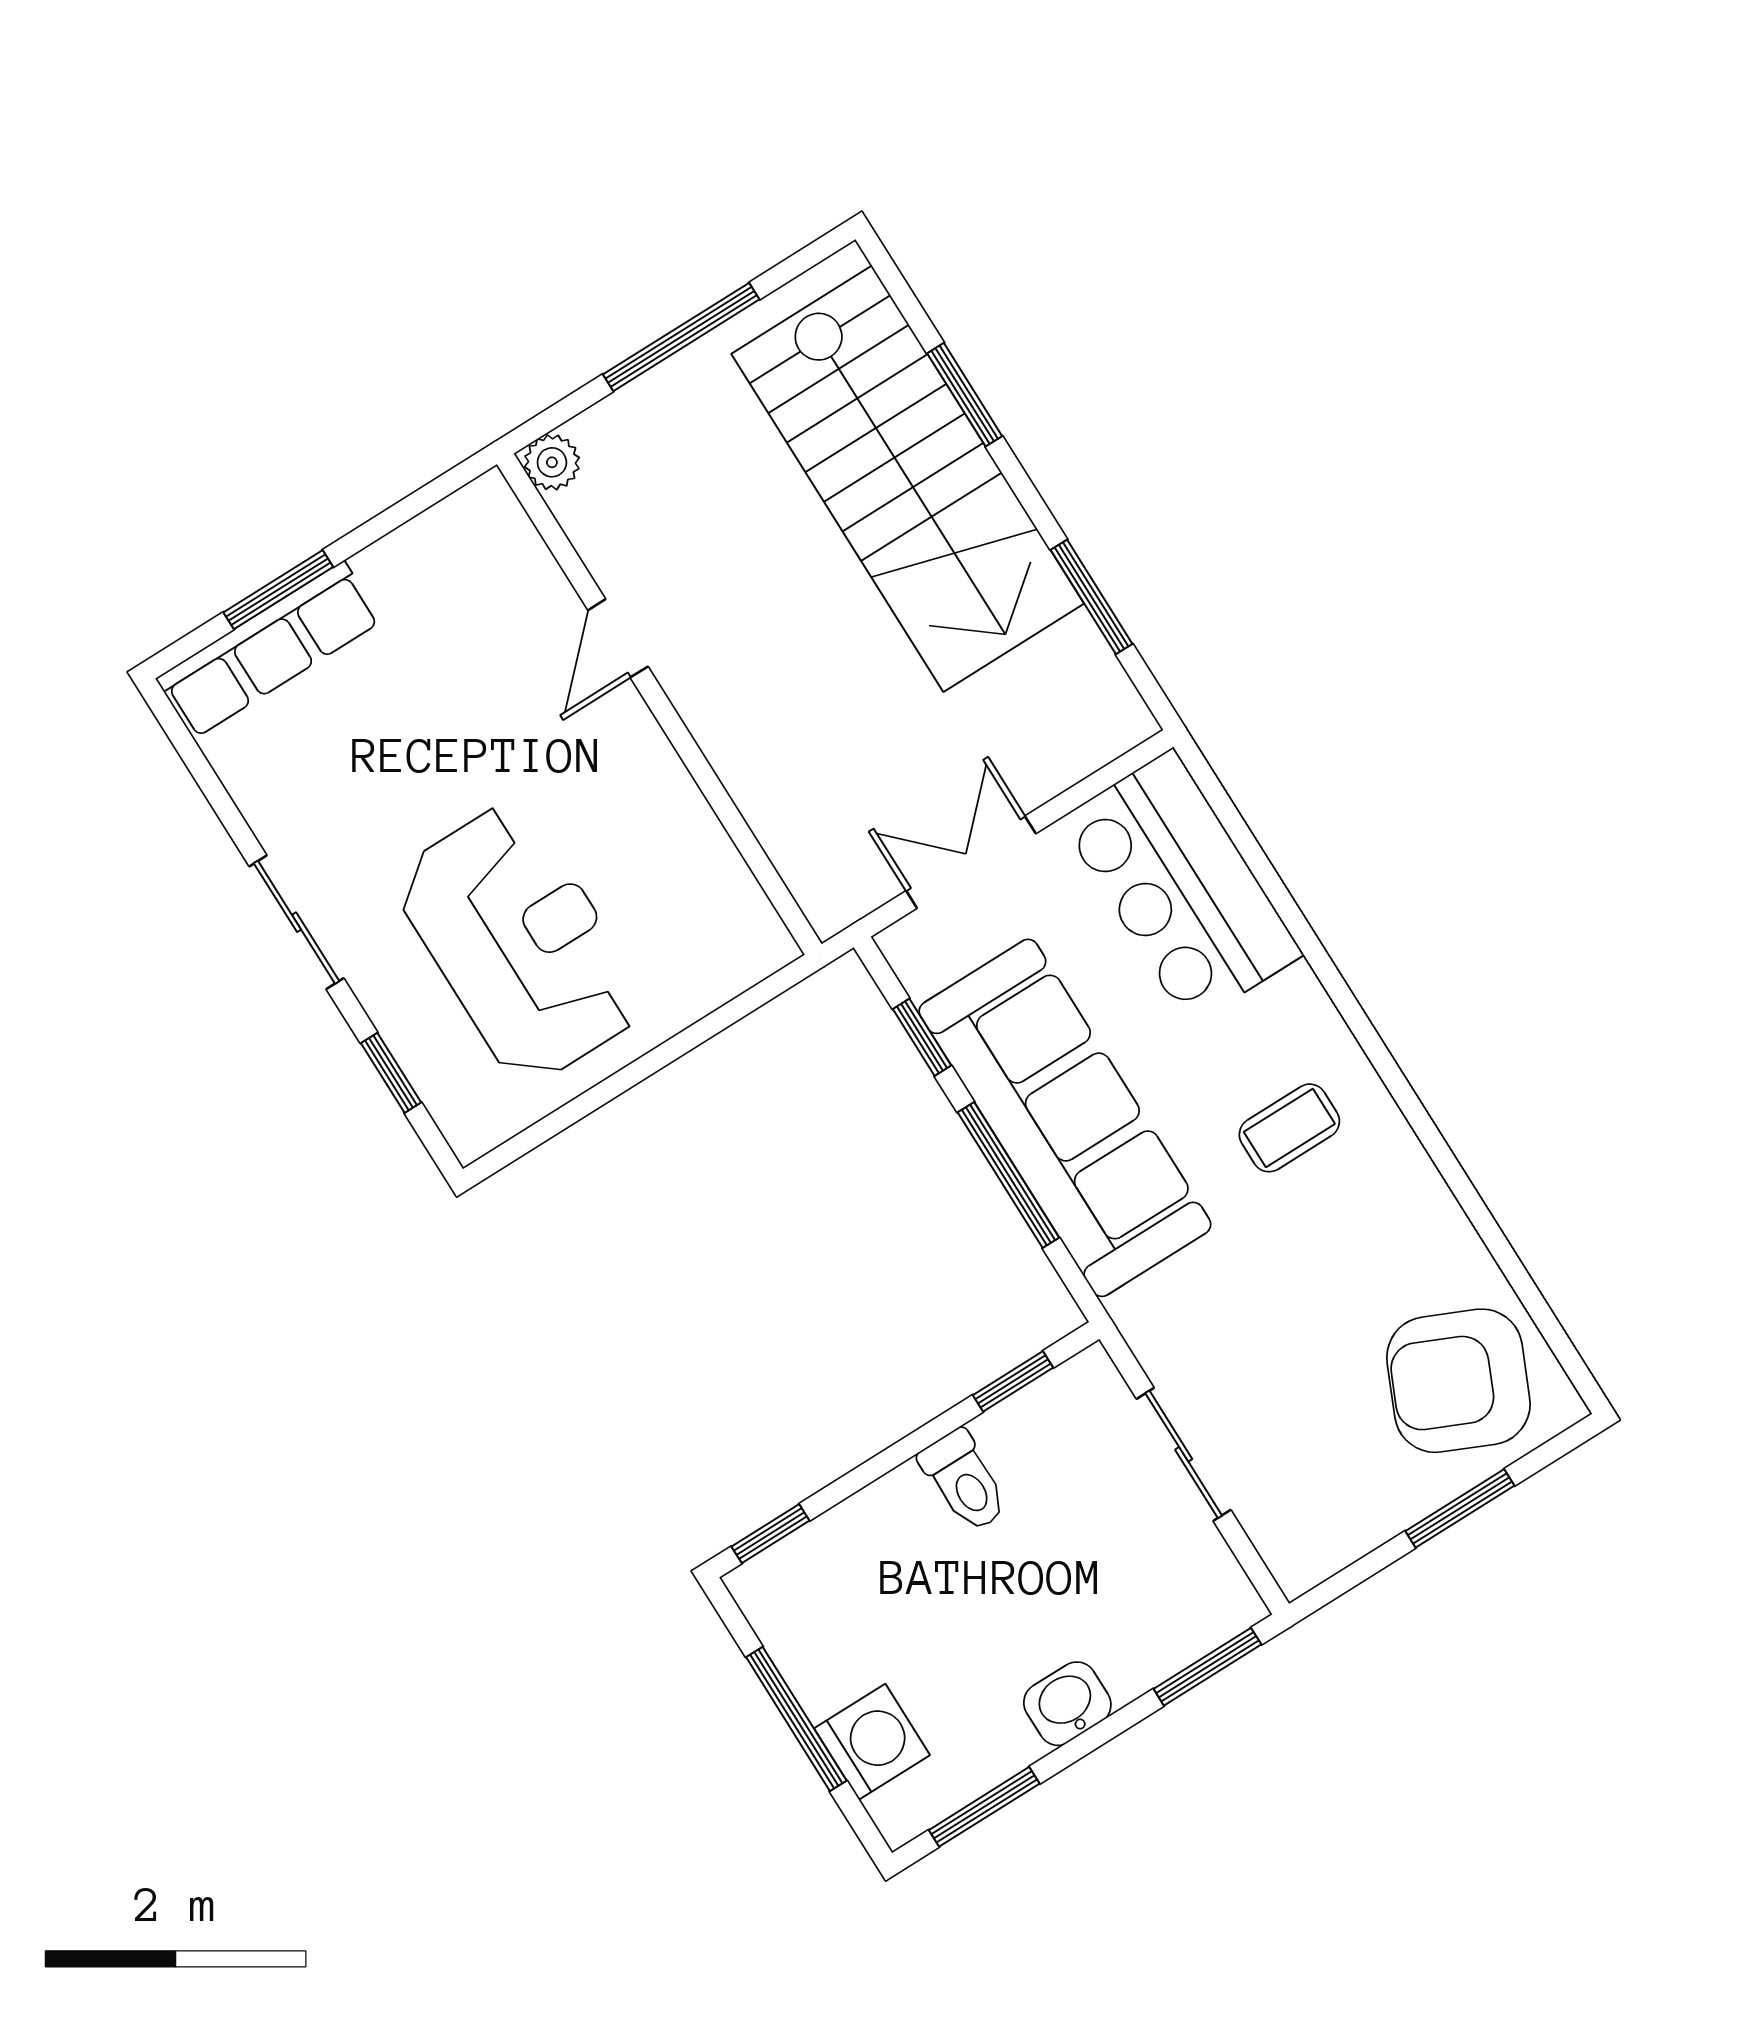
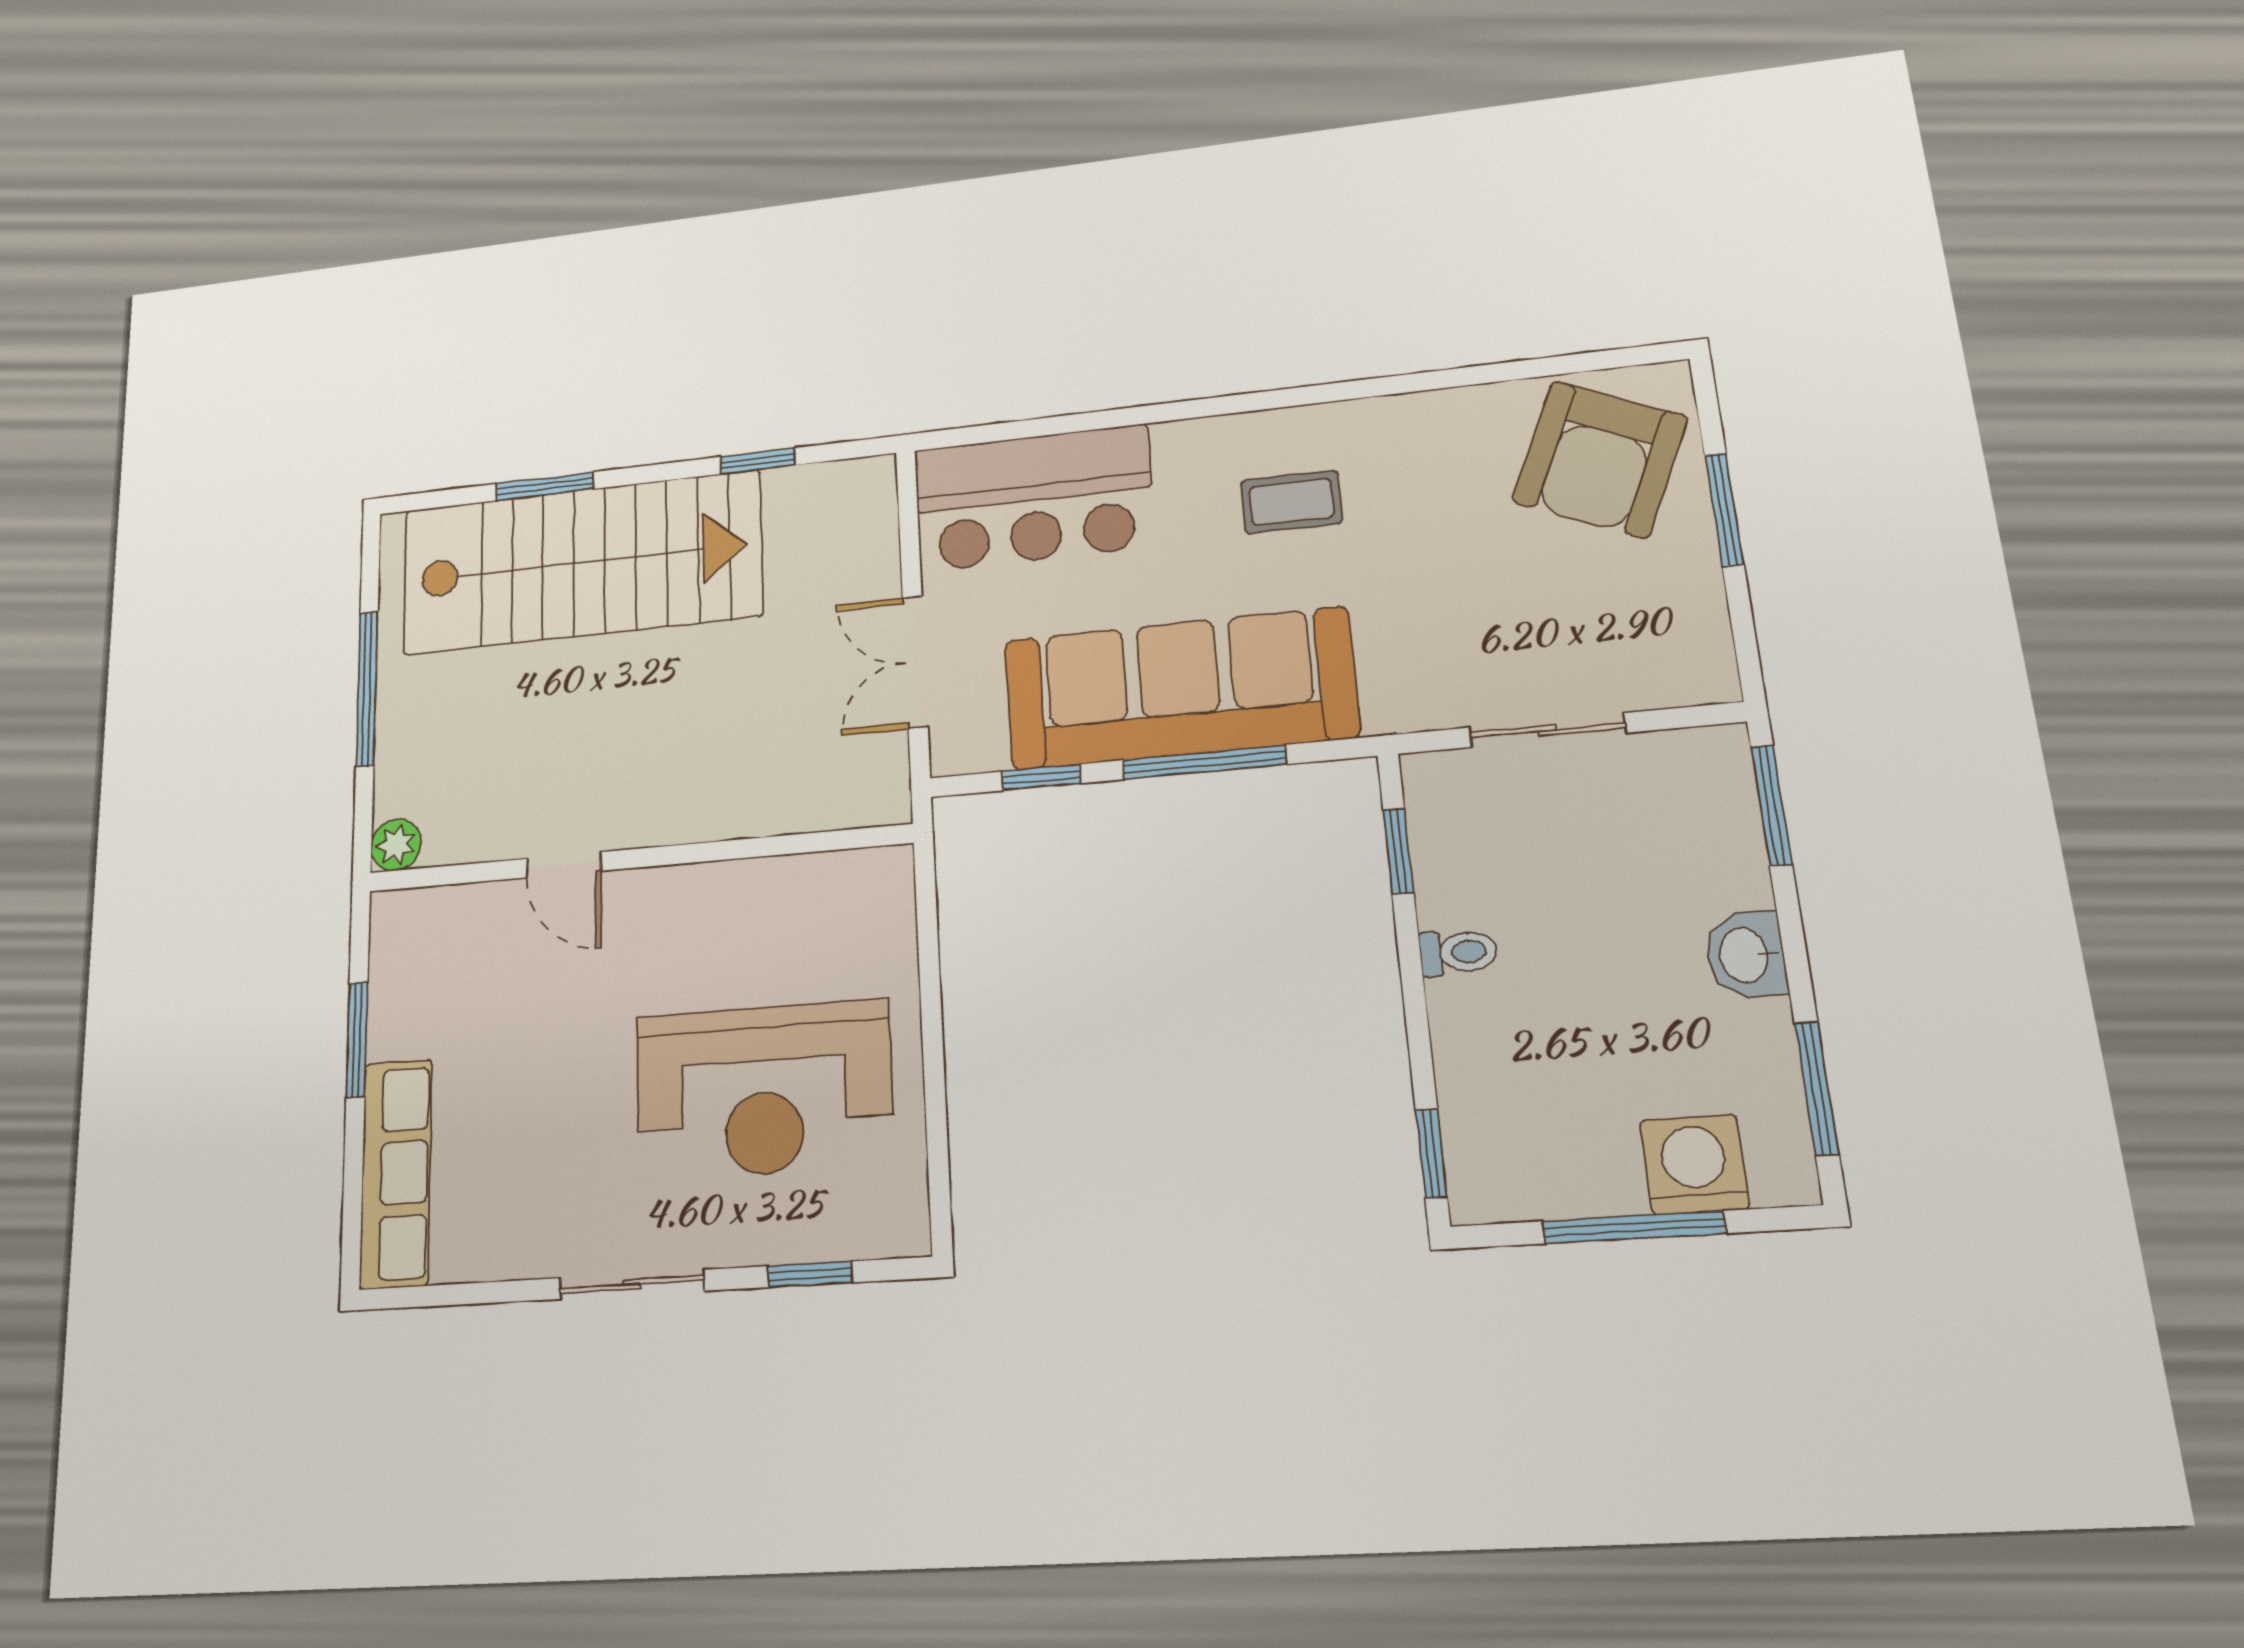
window: (278, 590) -> (357, 1040), moved
window: (1091, 597) -> (758, 461), width x0.67
reception desk: (520, 943) -> (763, 1090), turned 180
coffee table: (1289, 1128) -> (1291, 502), turned 90
toilet: (964, 1481) -> (1458, 952), width x0.73, depth x0.72

